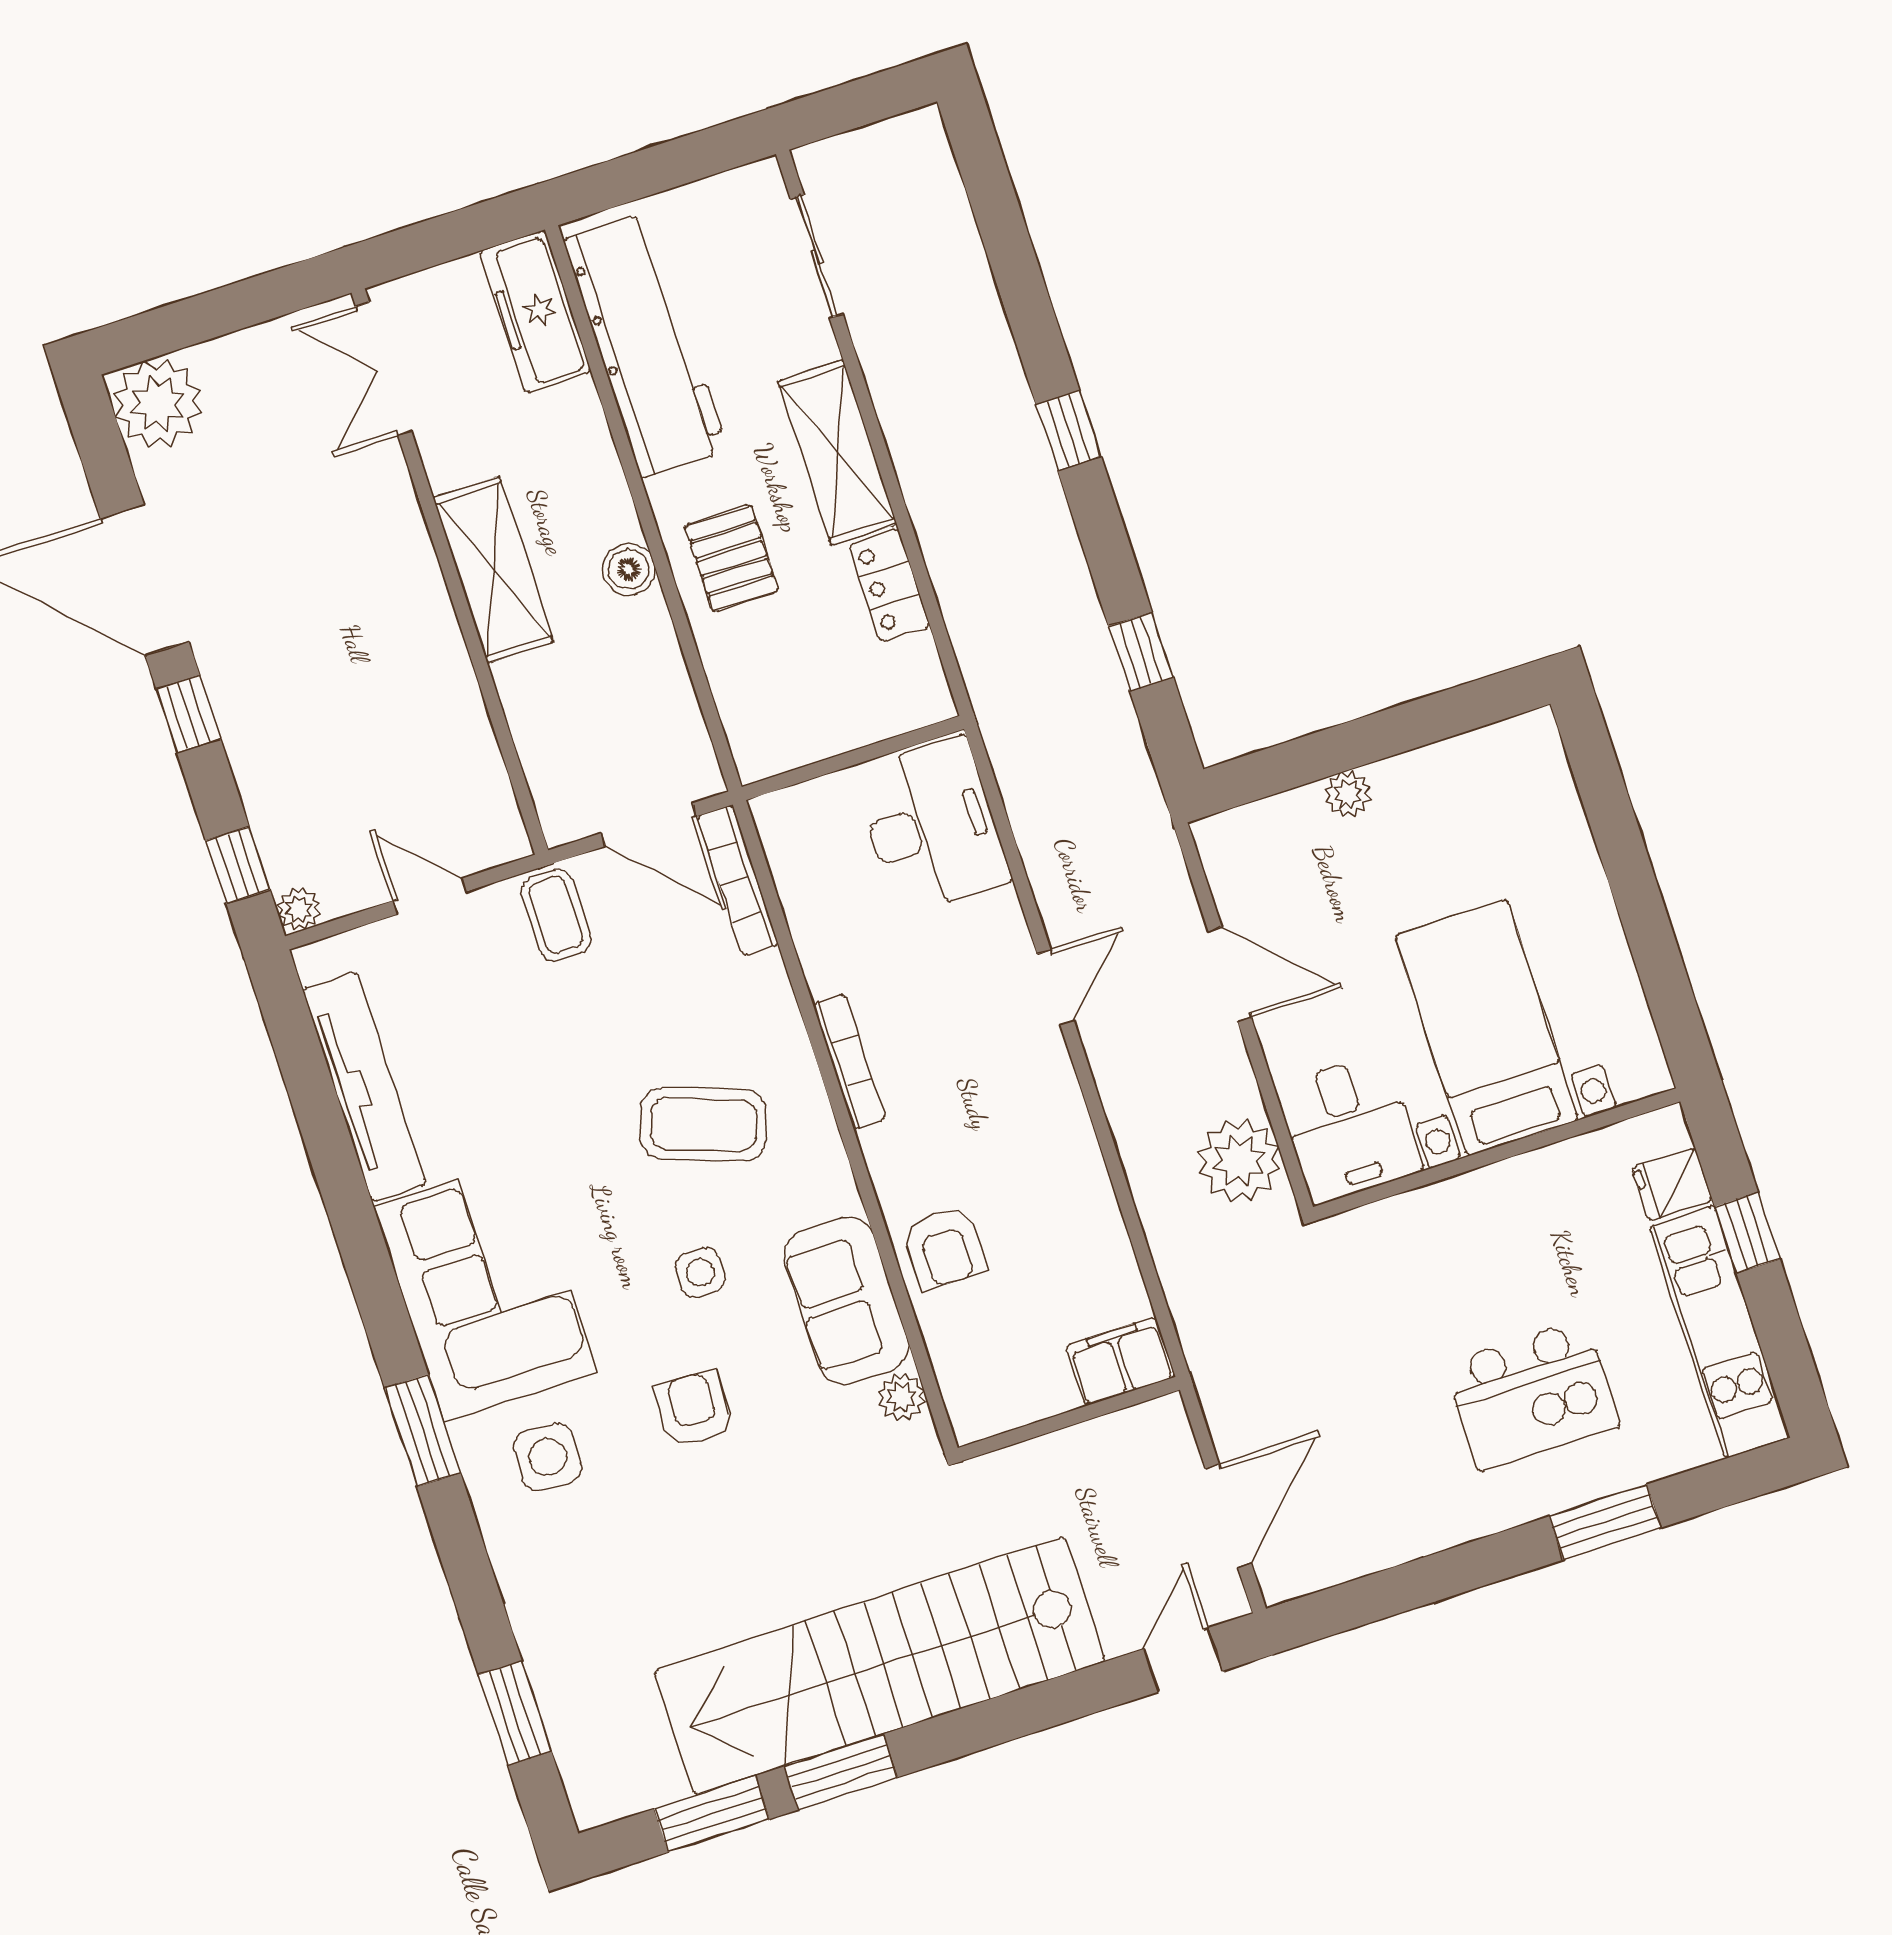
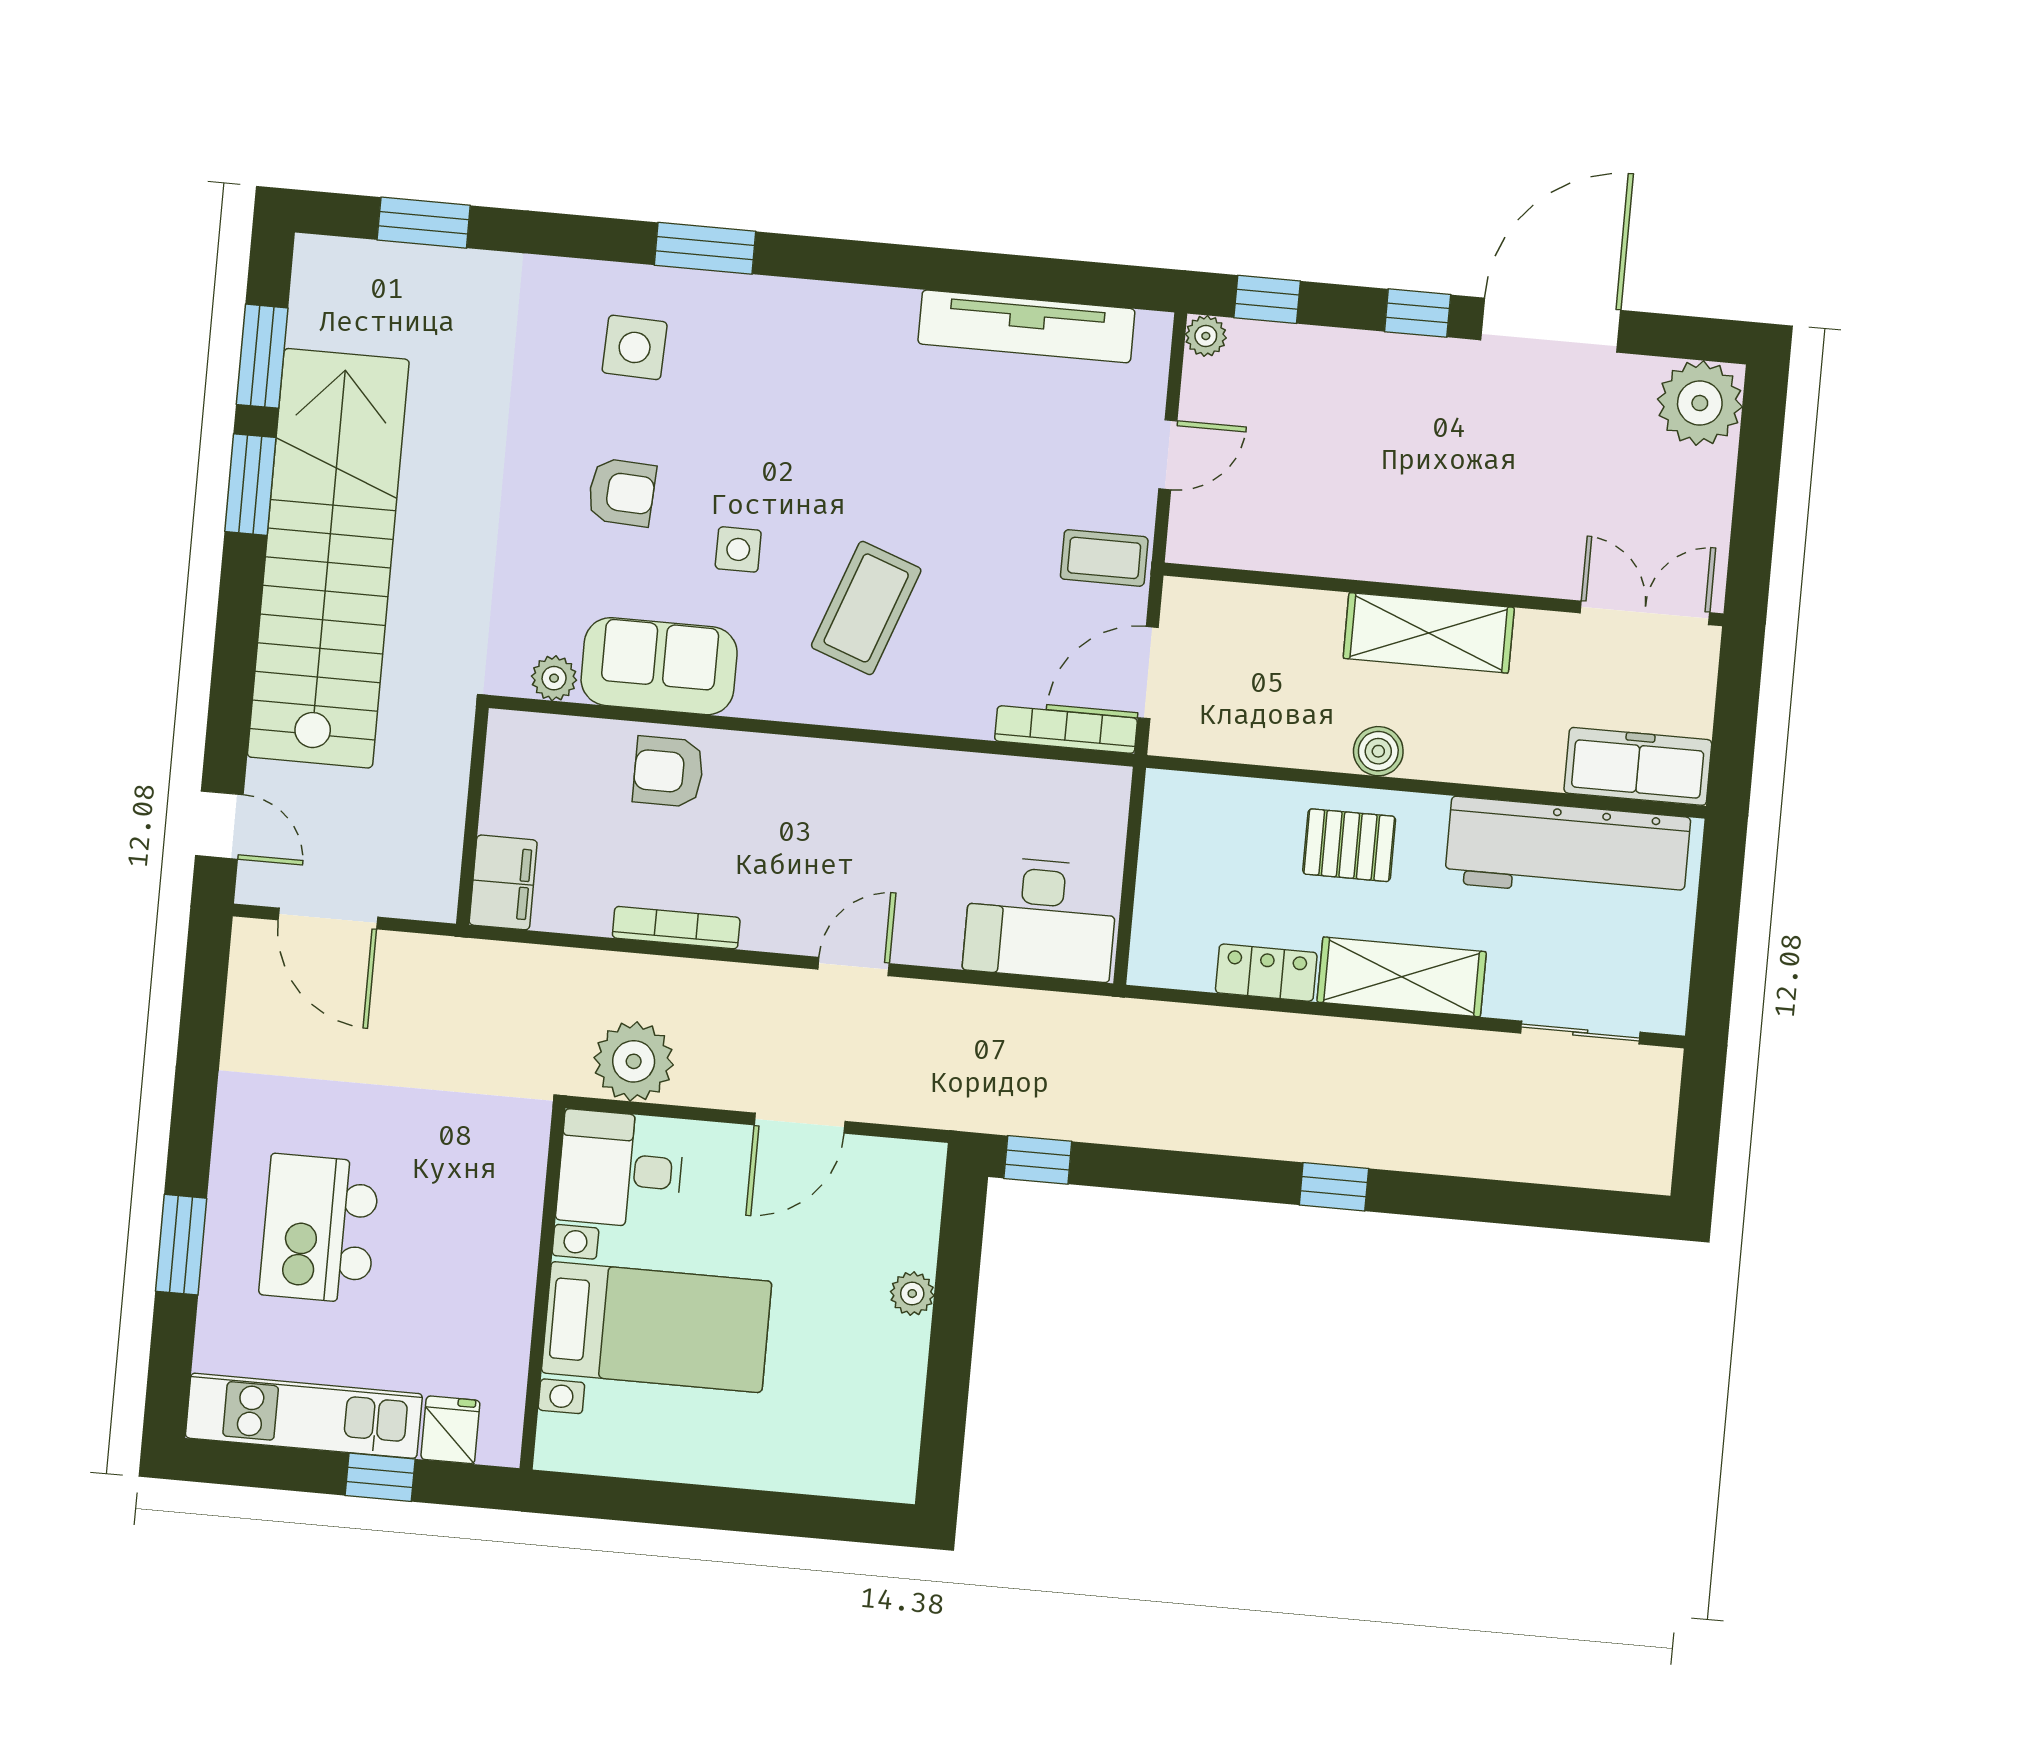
window: (1141, 652) -> (1038, 1160), moved
door: (1056, 987) -> (854, 966), swing flipped
bookcase: (849, 1061) -> (676, 928), moved, turned 180
corner sofa: (486, 1290) -> (804, 356), removed

